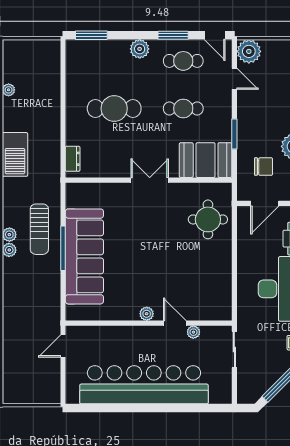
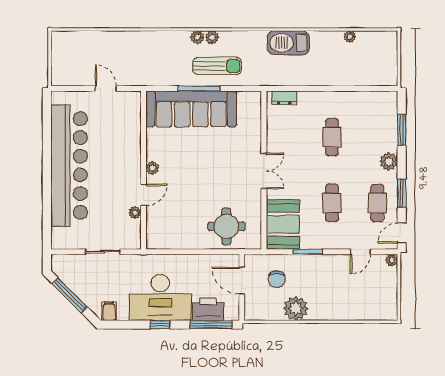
window: (91, 35) -> (402, 130), moved
plant: (249, 51) -> (392, 260), width x0.53, depth x0.53
cafe table: (114, 109) -> (332, 137), width x0.73, depth x0.74
sun lounger: (39, 229) -> (217, 66), turned 180
plant: (147, 314) -> (152, 168), moved
wall: (149, 323) -> (143, 170), moved
door: (175, 323) -> (143, 195), moved
plant: (193, 332) -> (135, 213), moved

